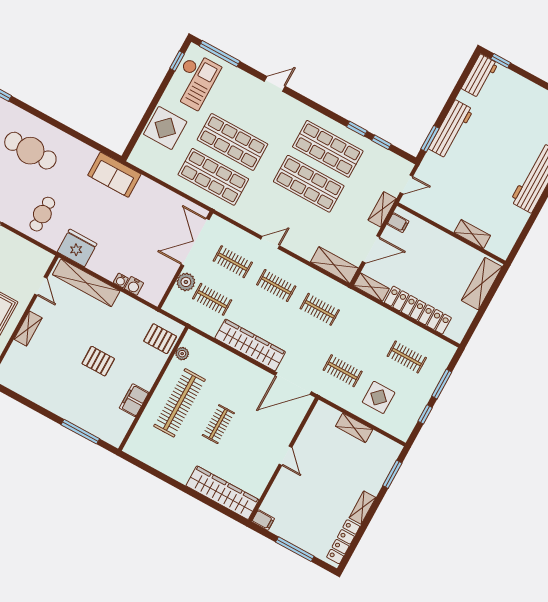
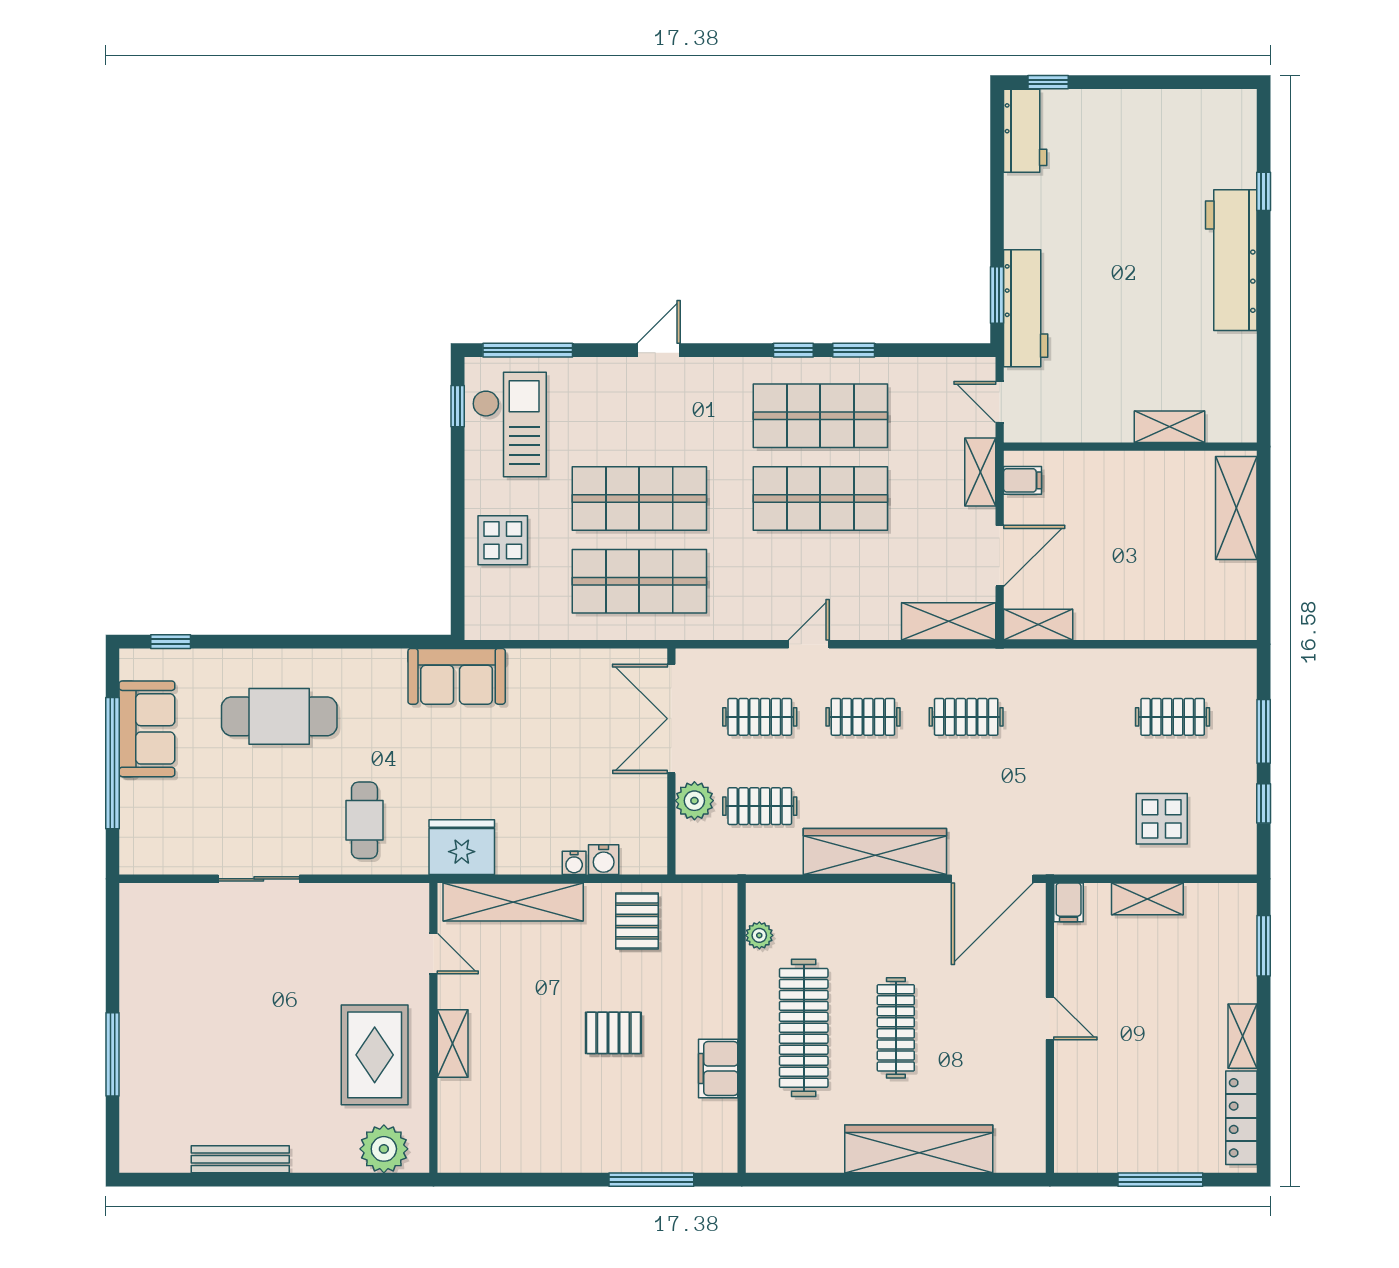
display table: (165, 128) -> (503, 540), width x0.73, depth x0.73
workbench: (451, 129) -> (1026, 308), moved
window: (381, 142) -> (793, 350), moved
door: (406, 184) -> (1000, 402), swing flipped
locker: (418, 310) -> (1146, 620), removed
pallet: (160, 339) -> (637, 921), moved, turned 90
clothes rail: (343, 371) -> (1069, 806), removed
clothes rail: (218, 424) -> (896, 1028), width x1.36
wardrobe: (222, 493) -> (919, 1149), moved
filing cabinet: (263, 520) -> (1069, 902), moved, turned 90

